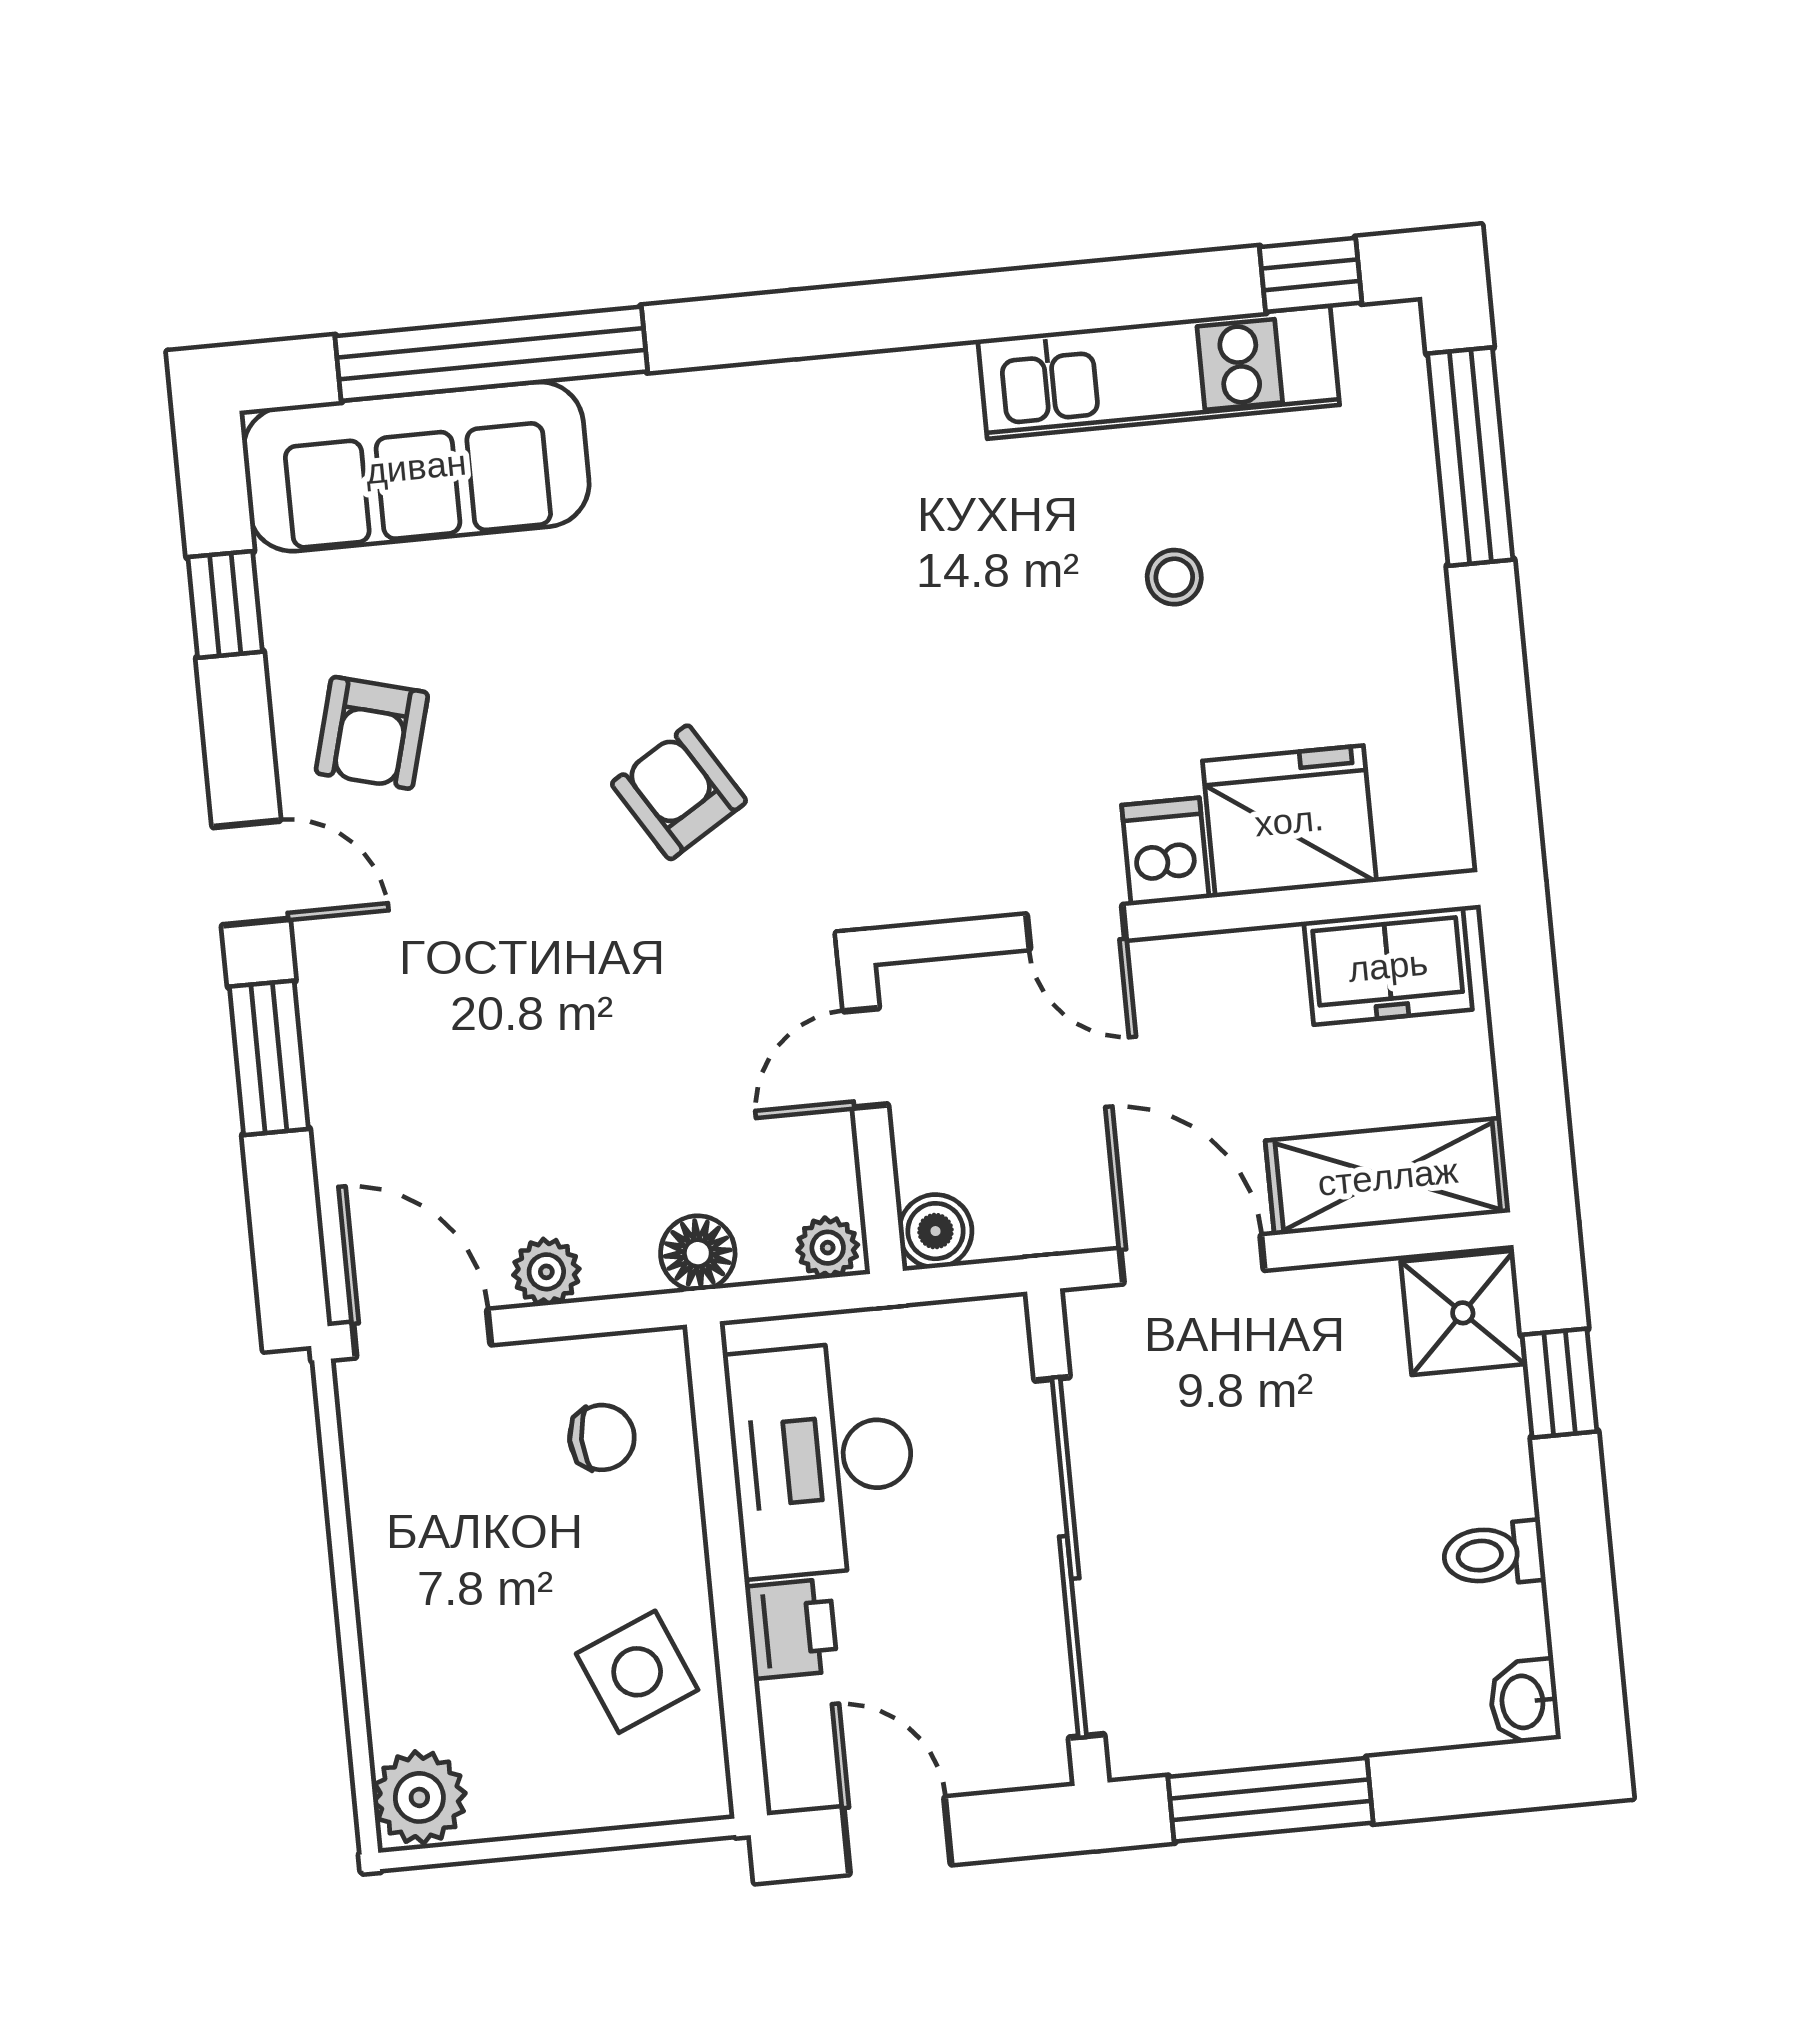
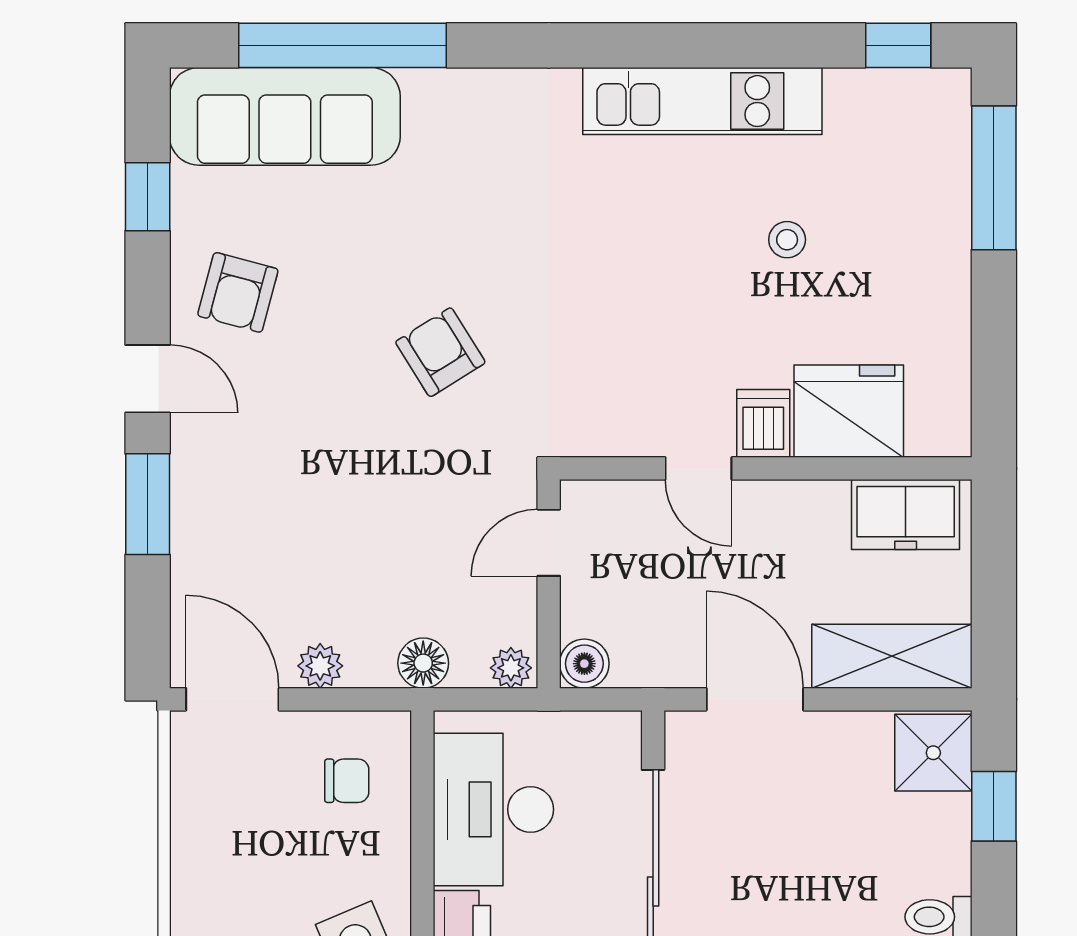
kitchen unit: (1159, 372) -> (702, 101), moved

